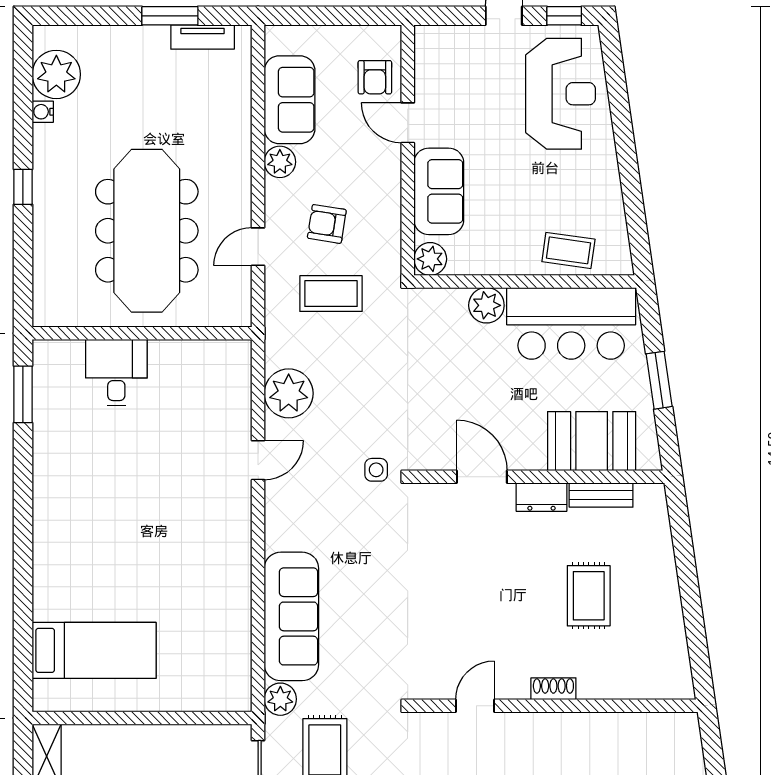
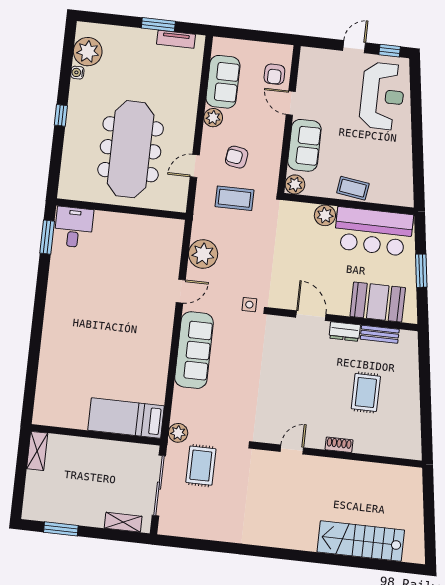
coffee table: (568, 250) -> (353, 188), moved
desk: (116, 373) -> (74, 227), moved
sofa: (291, 616) -> (194, 350), moved
bed: (94, 650) -> (126, 418), moved, turned 180

